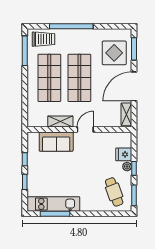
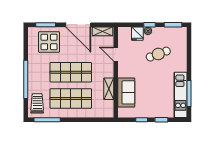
door: (85, 129) -> (116, 54), moved
cafe table: (114, 192) -> (158, 54), moved

